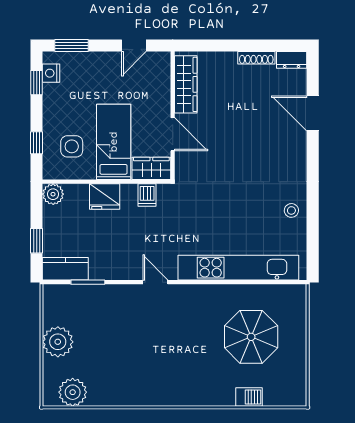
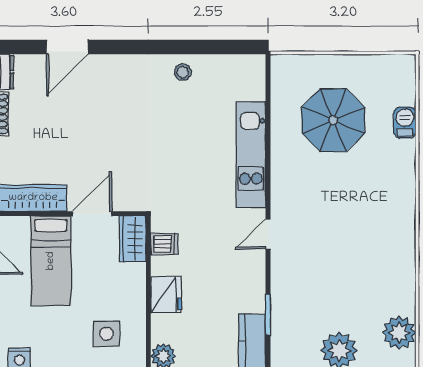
bed: (114, 142) -> (51, 261), moved, turned -90
kitchen unit: (238, 268) -> (251, 154), width x0.73

